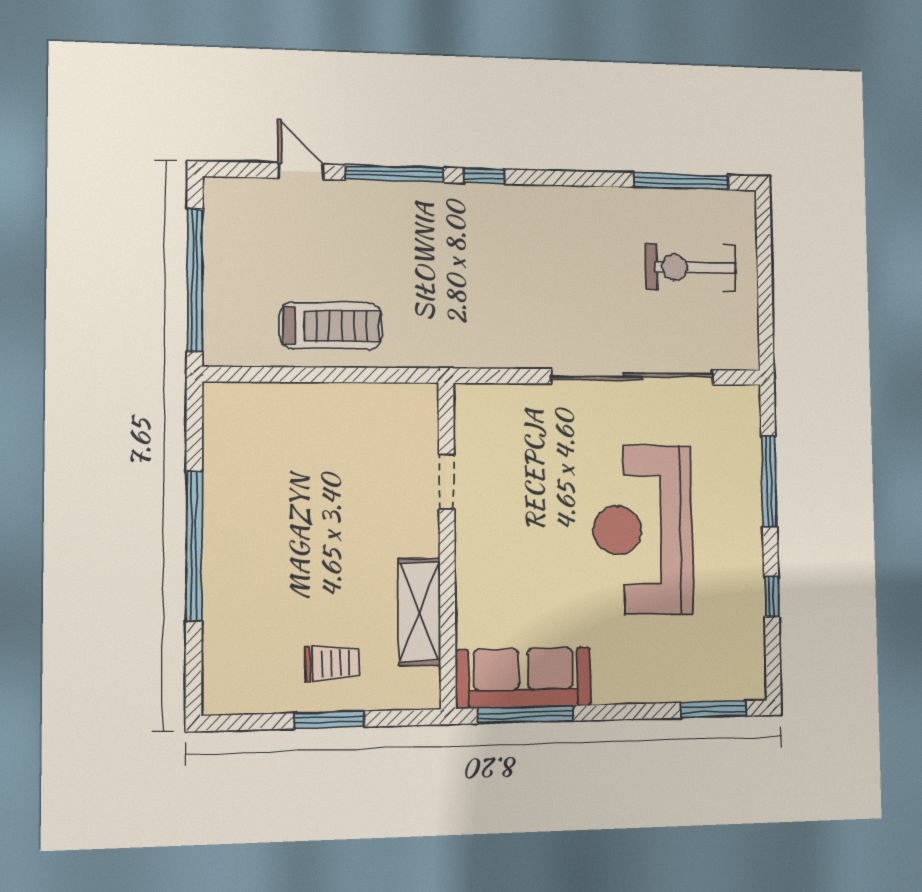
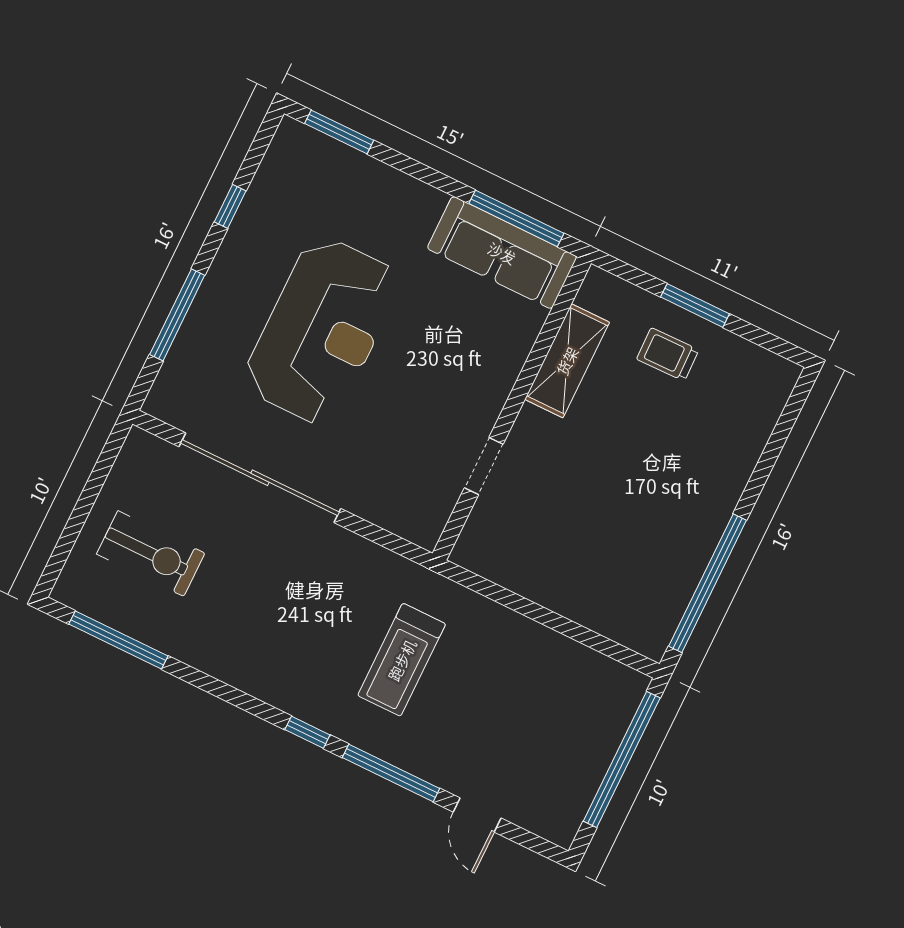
treadmill: (331, 326) -> (402, 660), moved, turned -90
window: (194, 546) -> (708, 583), moved

